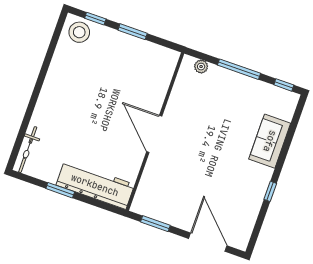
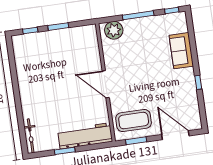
stool: (79, 32) -> (25, 44), removed
plant: (201, 67) -> (114, 30), width x1.88, depth x1.88
coffee table: (165, 197) -> (134, 121), added

